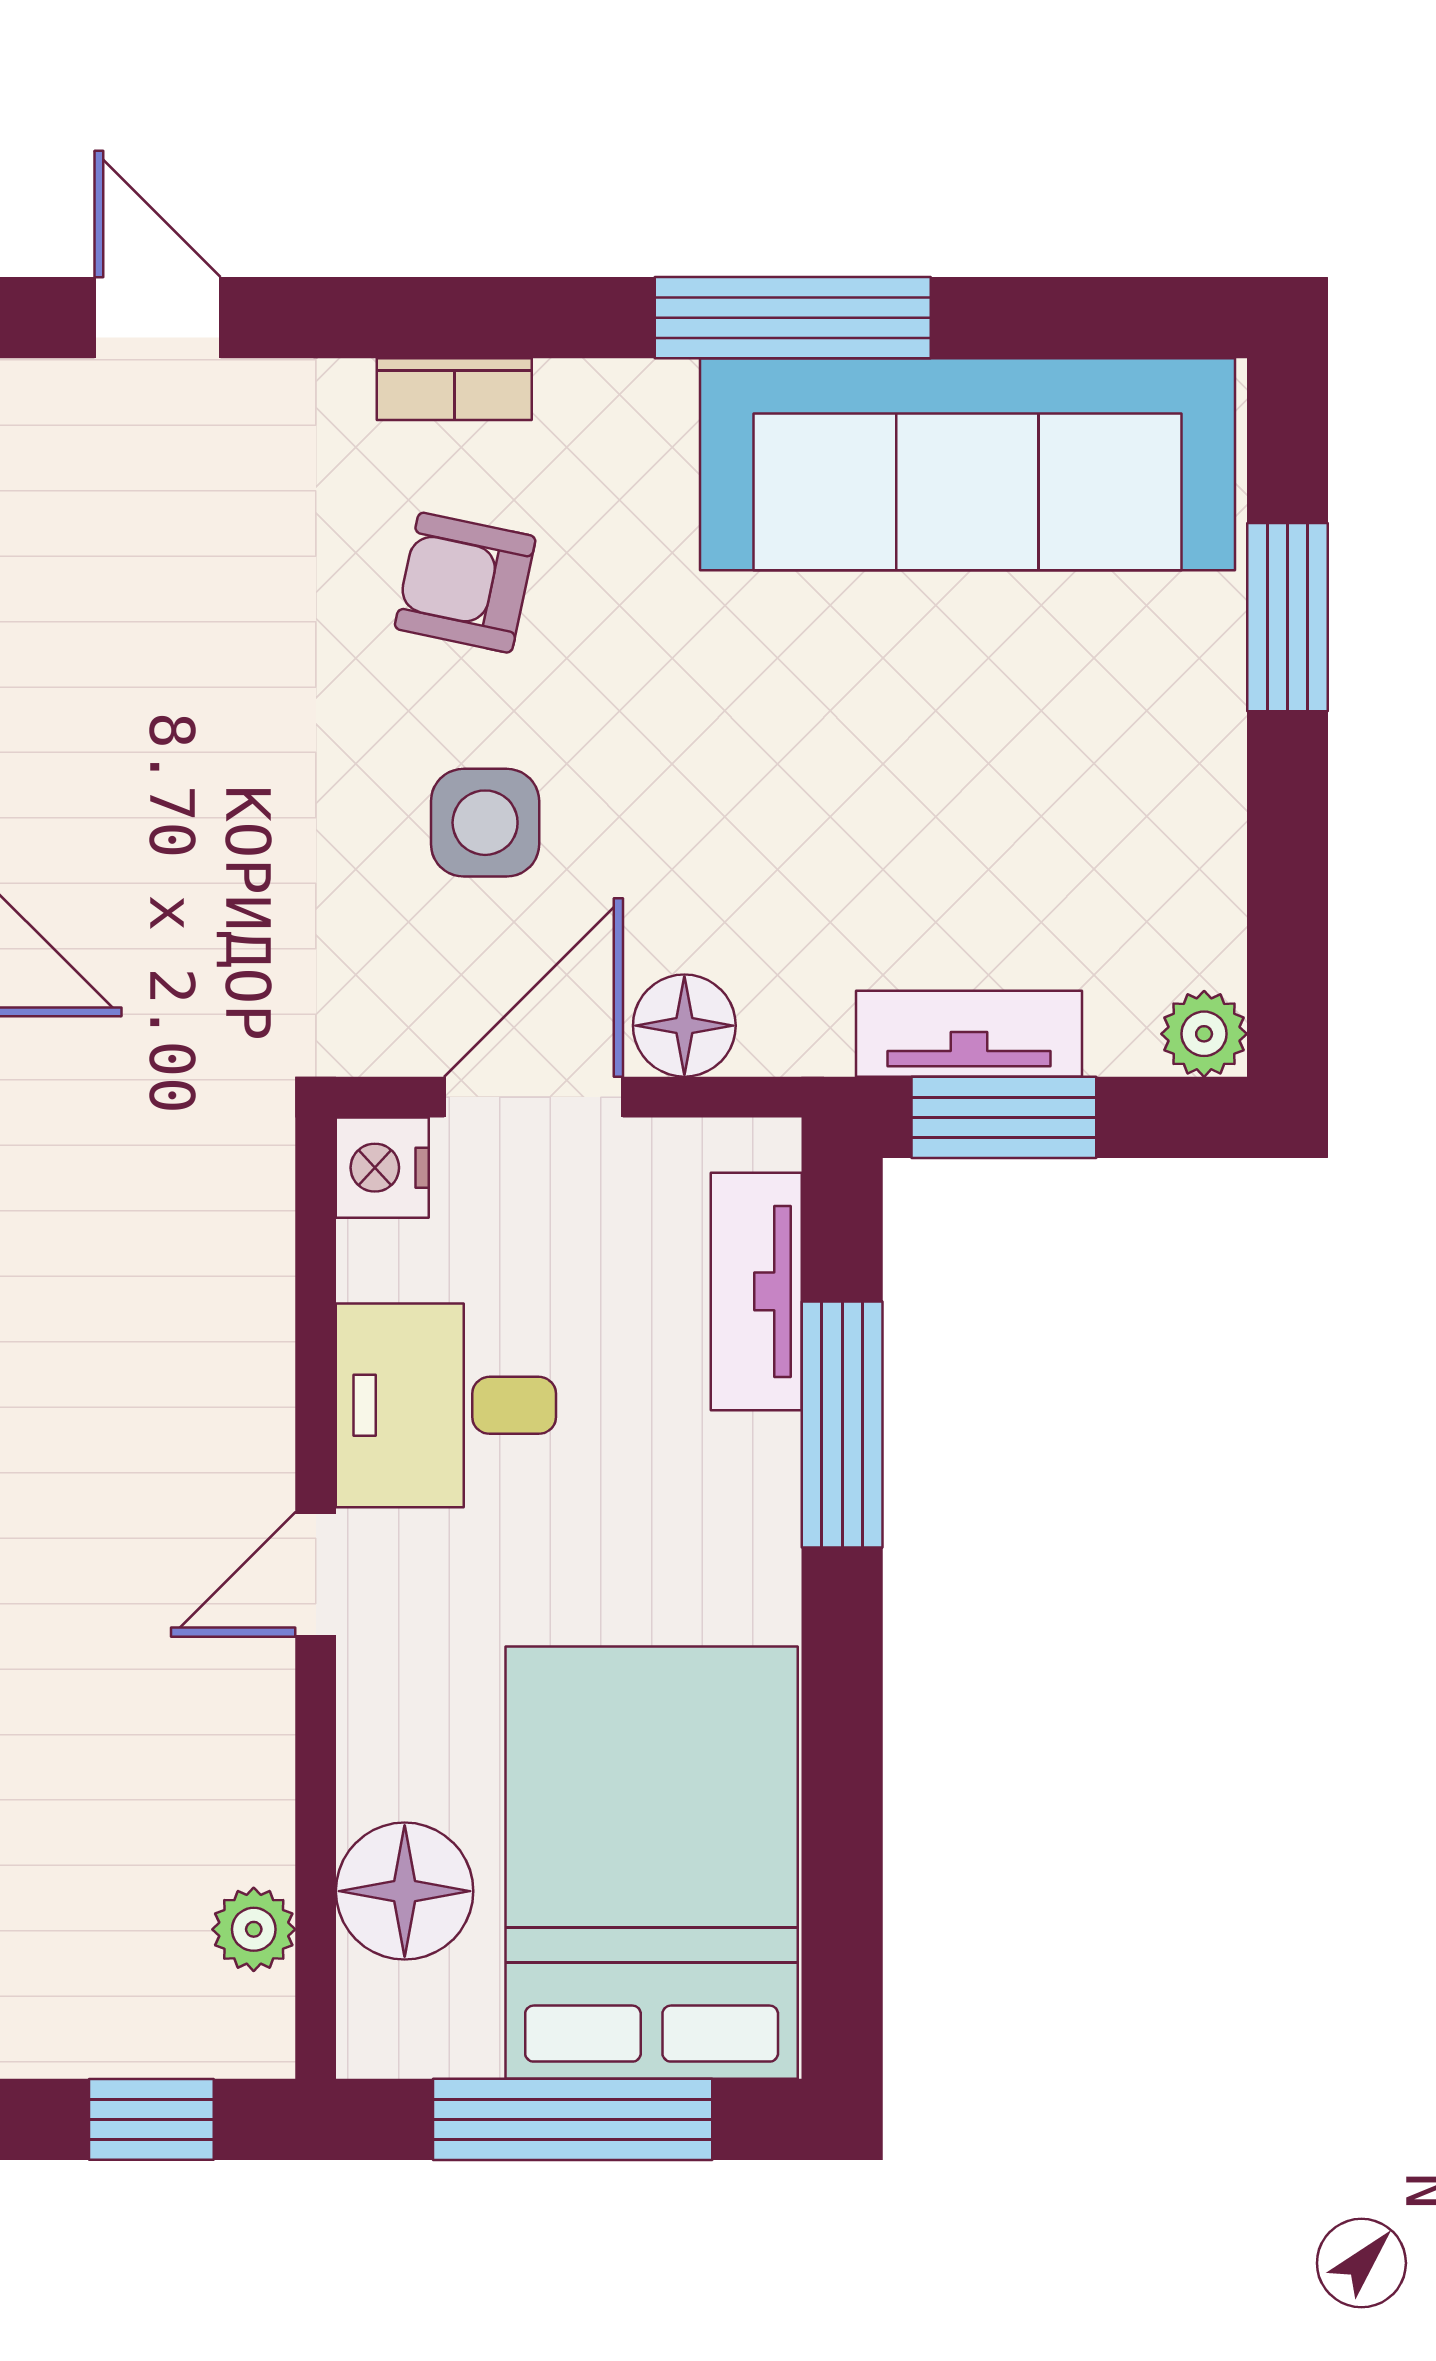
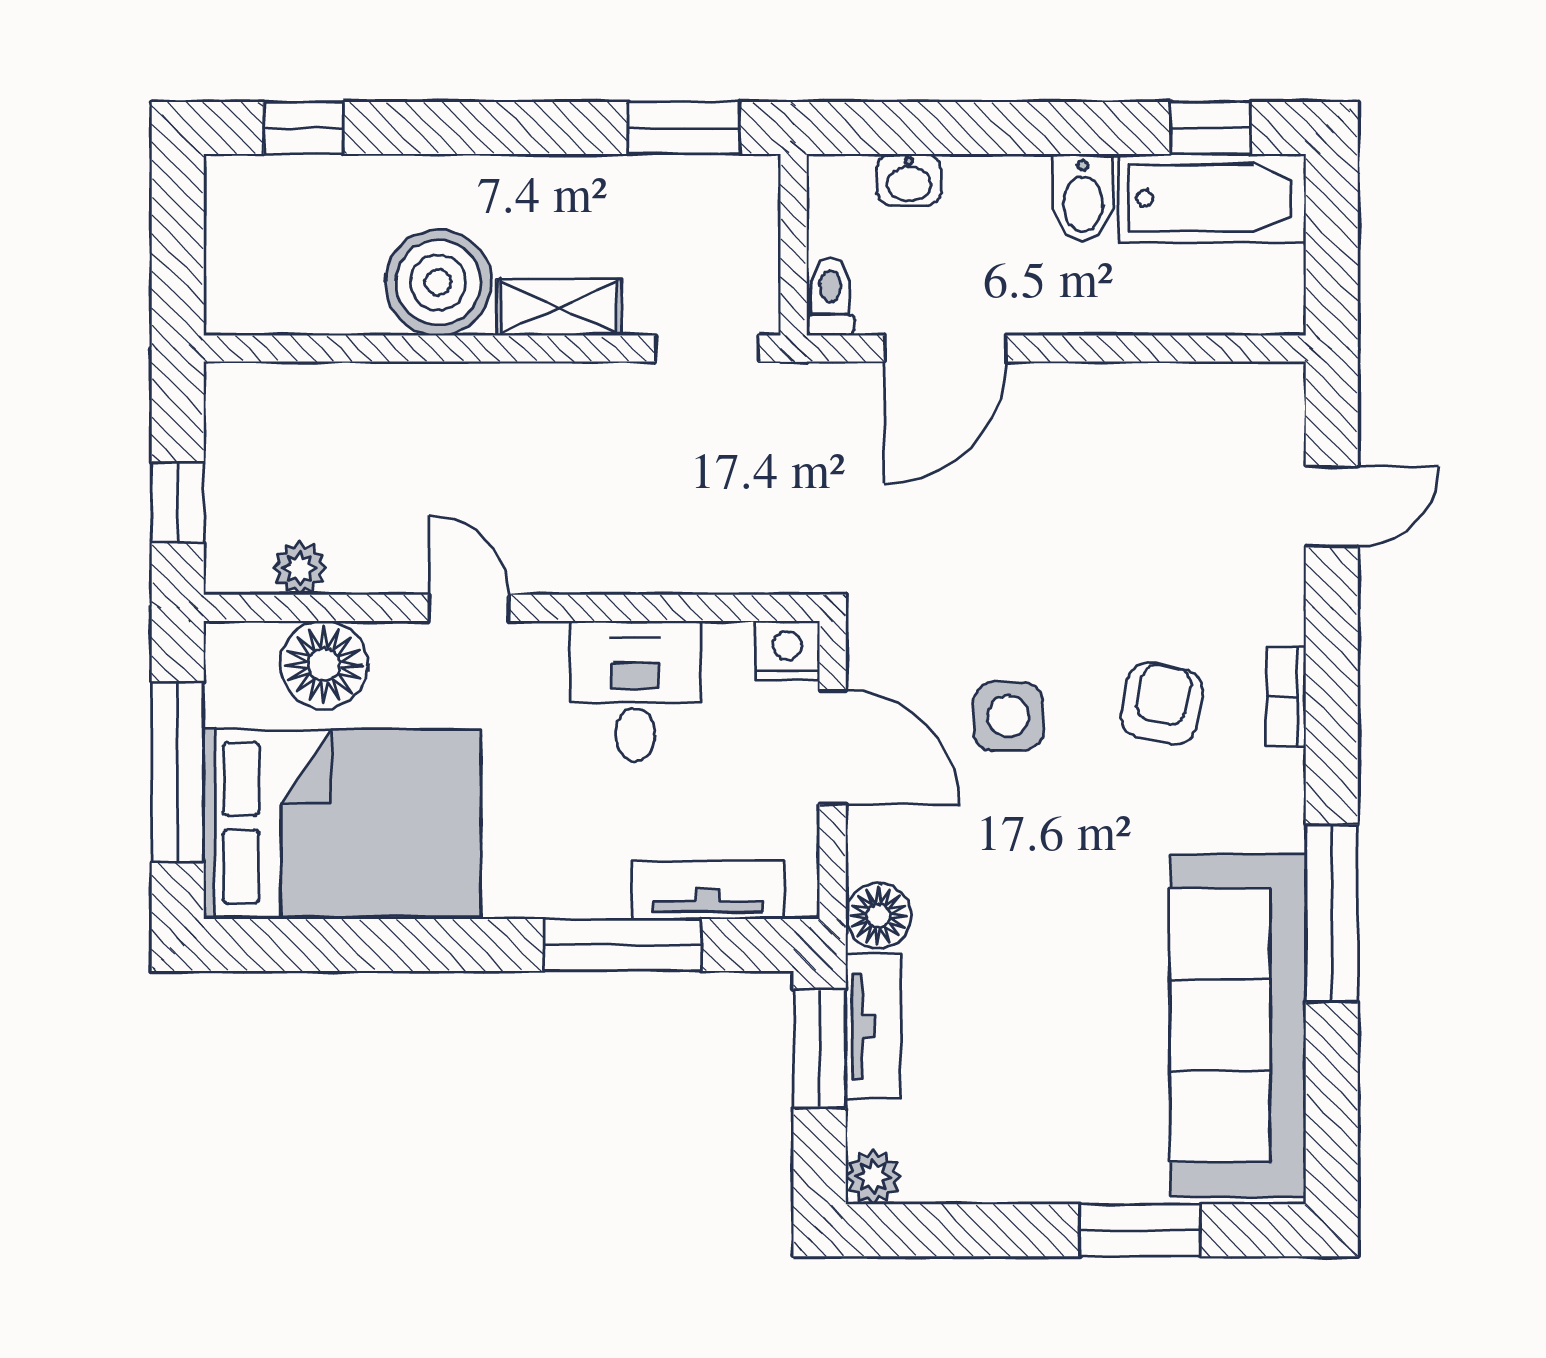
floor lamp: (684, 1026) -> (878, 916), moved
door: (316, 1574) -> (469, 608), moved

